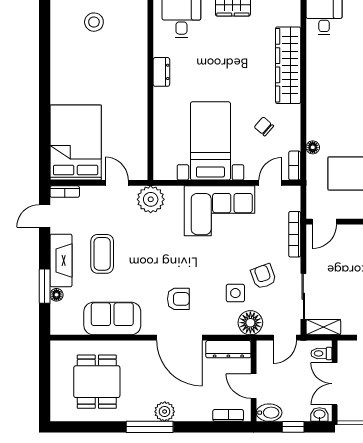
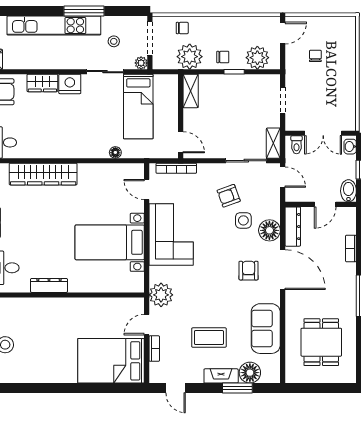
dresser: (161, 72) -> (49, 285), width x1.44
chair: (264, 126) -> (97, 195), removed
bookcase: (295, 166) -> (131, 168), removed
bookcase: (65, 192) -> (154, 349), moved
bookcase: (295, 234) -> (176, 168), moved
fireplace: (61, 260) -> (221, 376), width x0.73, depth x0.76
floor lamp: (56, 295) -> (250, 373), width x1.89, depth x1.89
floor lamp: (250, 323) -> (269, 230), moved
door: (179, 338) -> (283, 270), hinge flipped
dining table: (97, 382) -> (321, 342), turned 90
plant: (165, 412) -> (347, 283), removed
bookcase: (228, 415) -> (351, 248), moved

